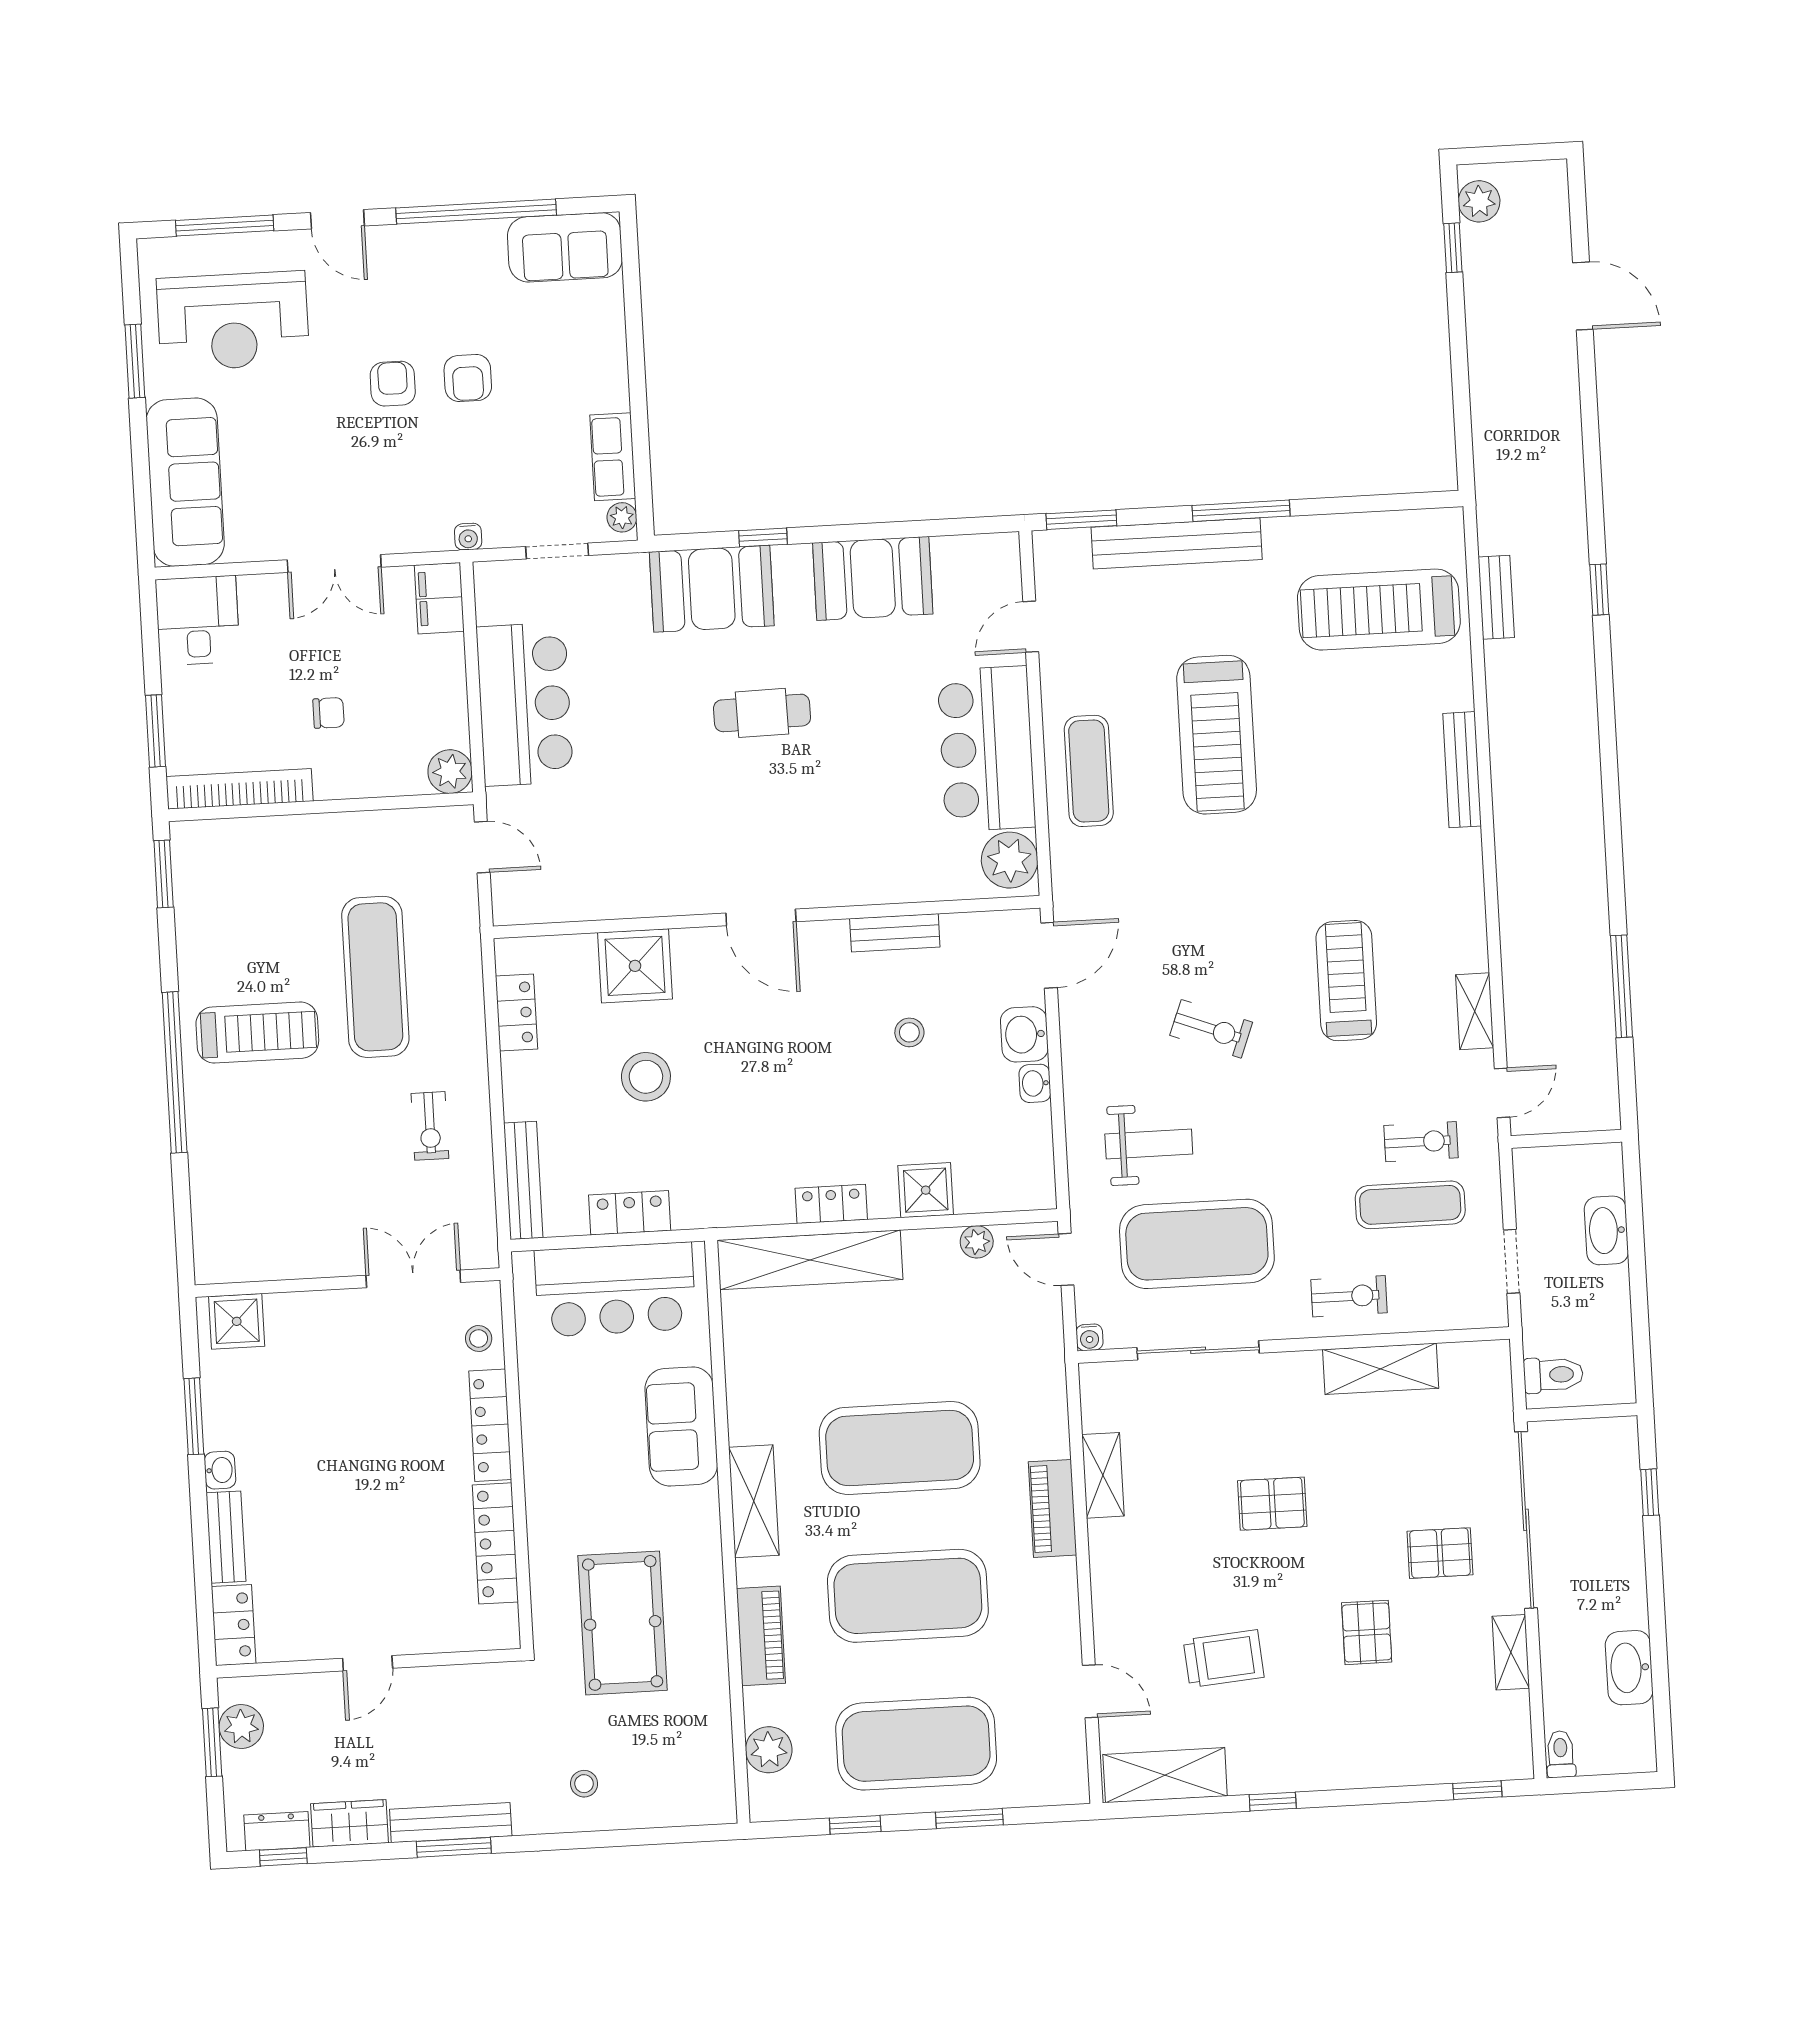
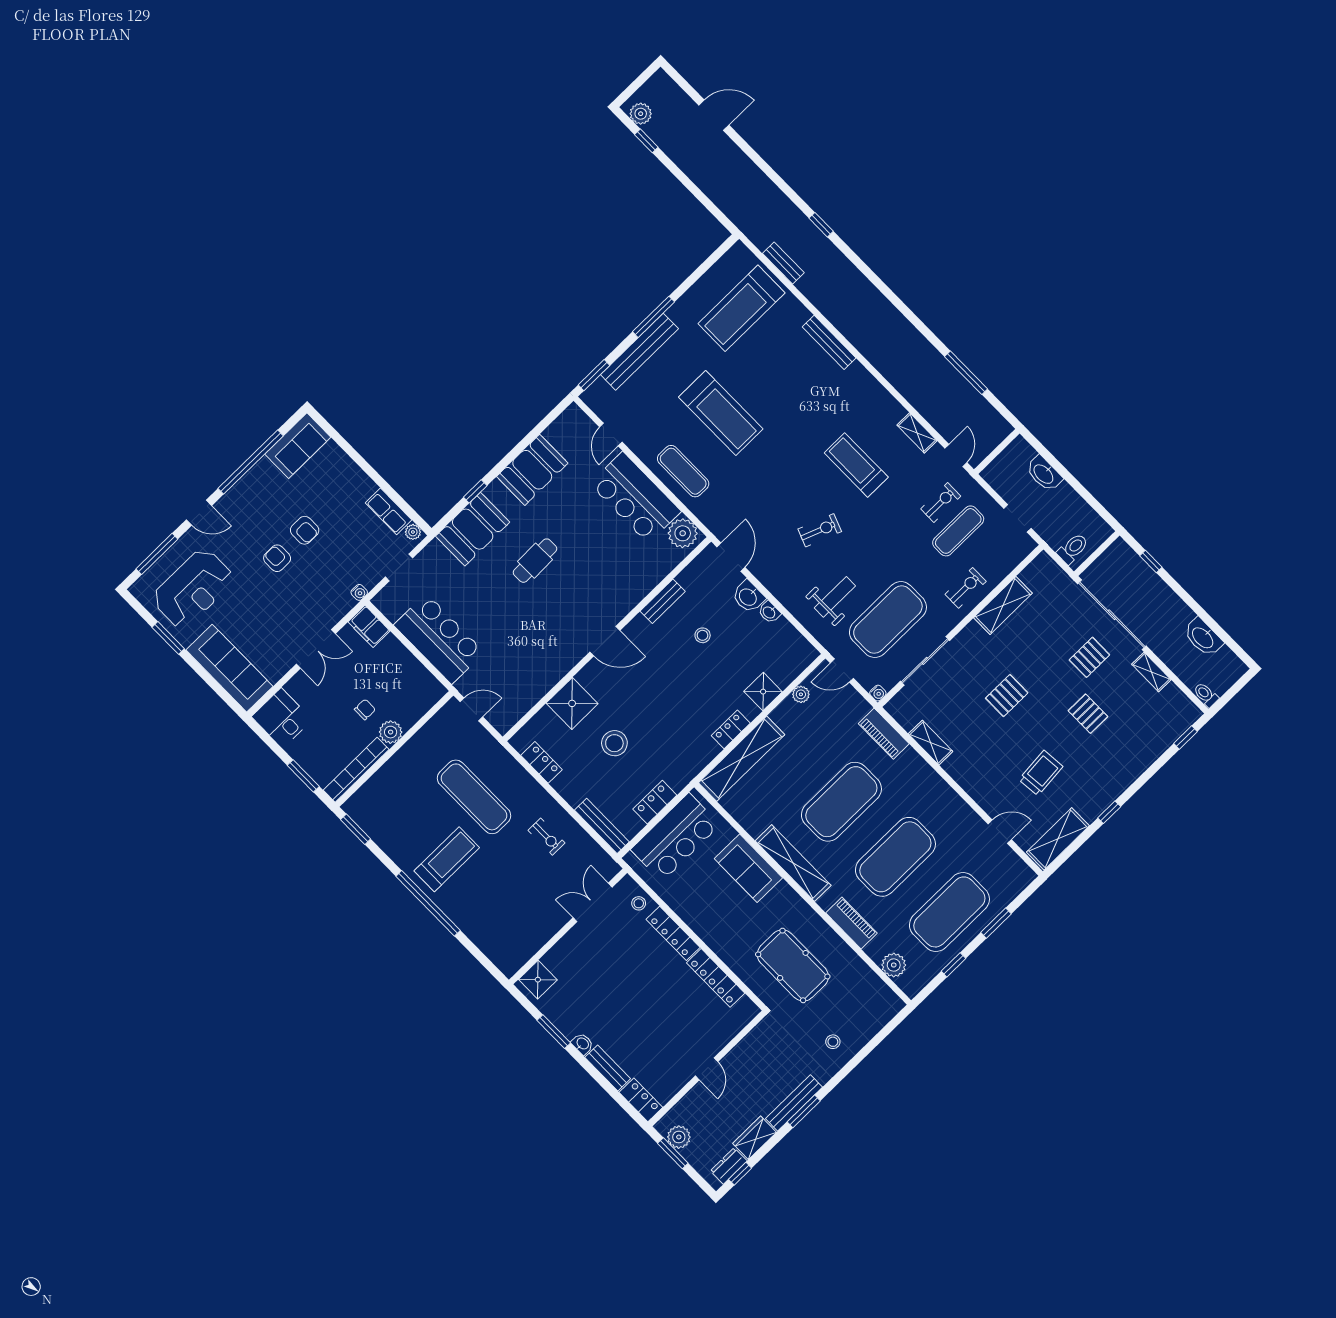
plant: (450, 772) -> (391, 732), moved
shelving: (754, 1501) -> (793, 863), width x1.47
piano: (1052, 1508) -> (884, 734), moved

